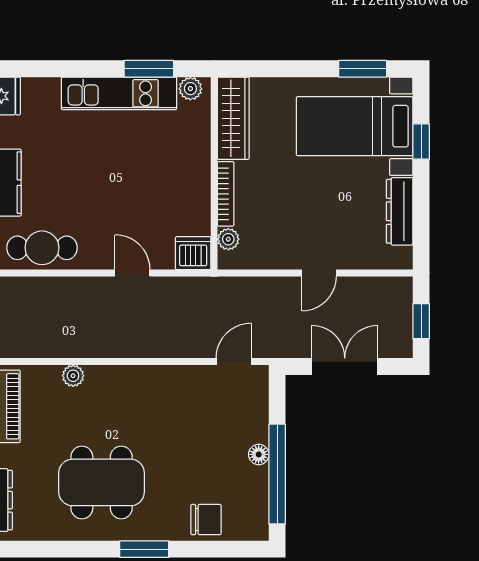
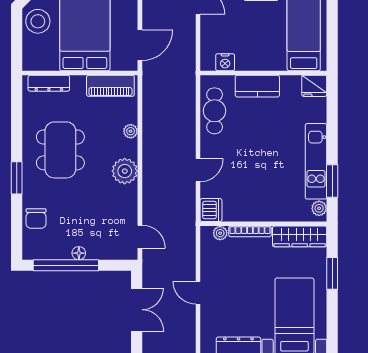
window: (363, 69) -> (332, 273), moved
plant: (134, 385) -> (125, 171), added

